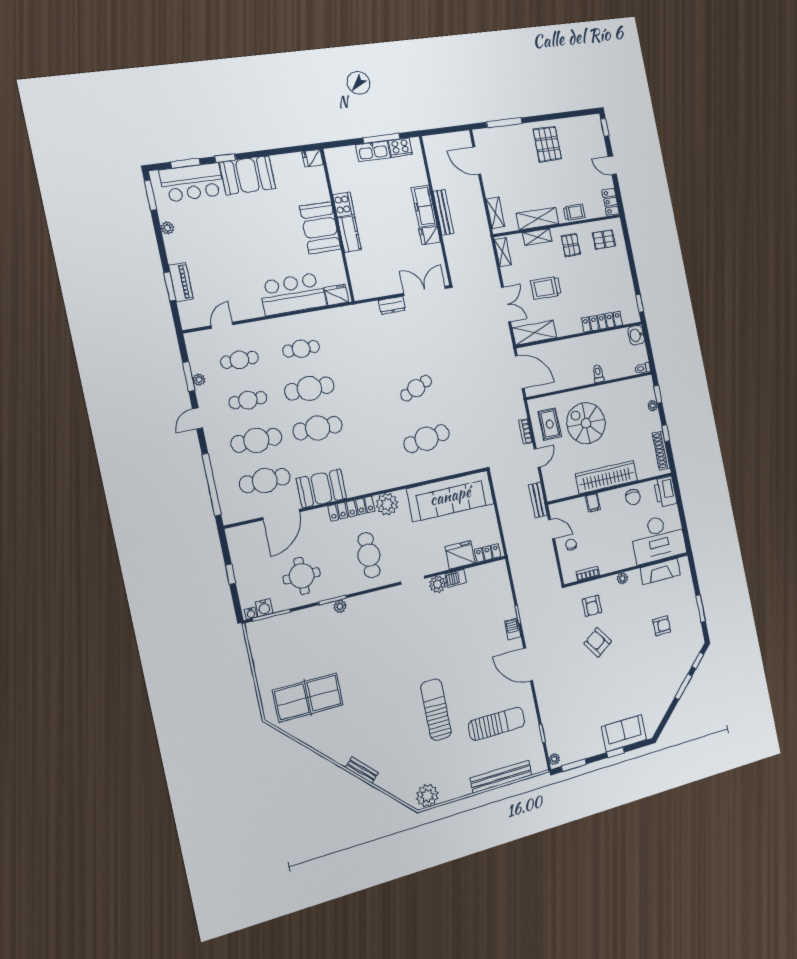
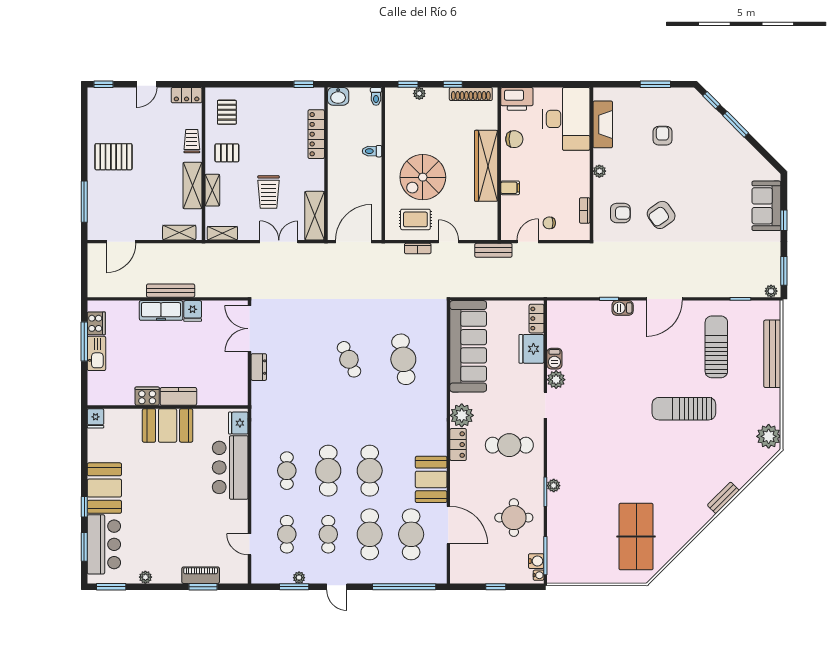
locker: (352, 509) -> (458, 445), width x0.66

